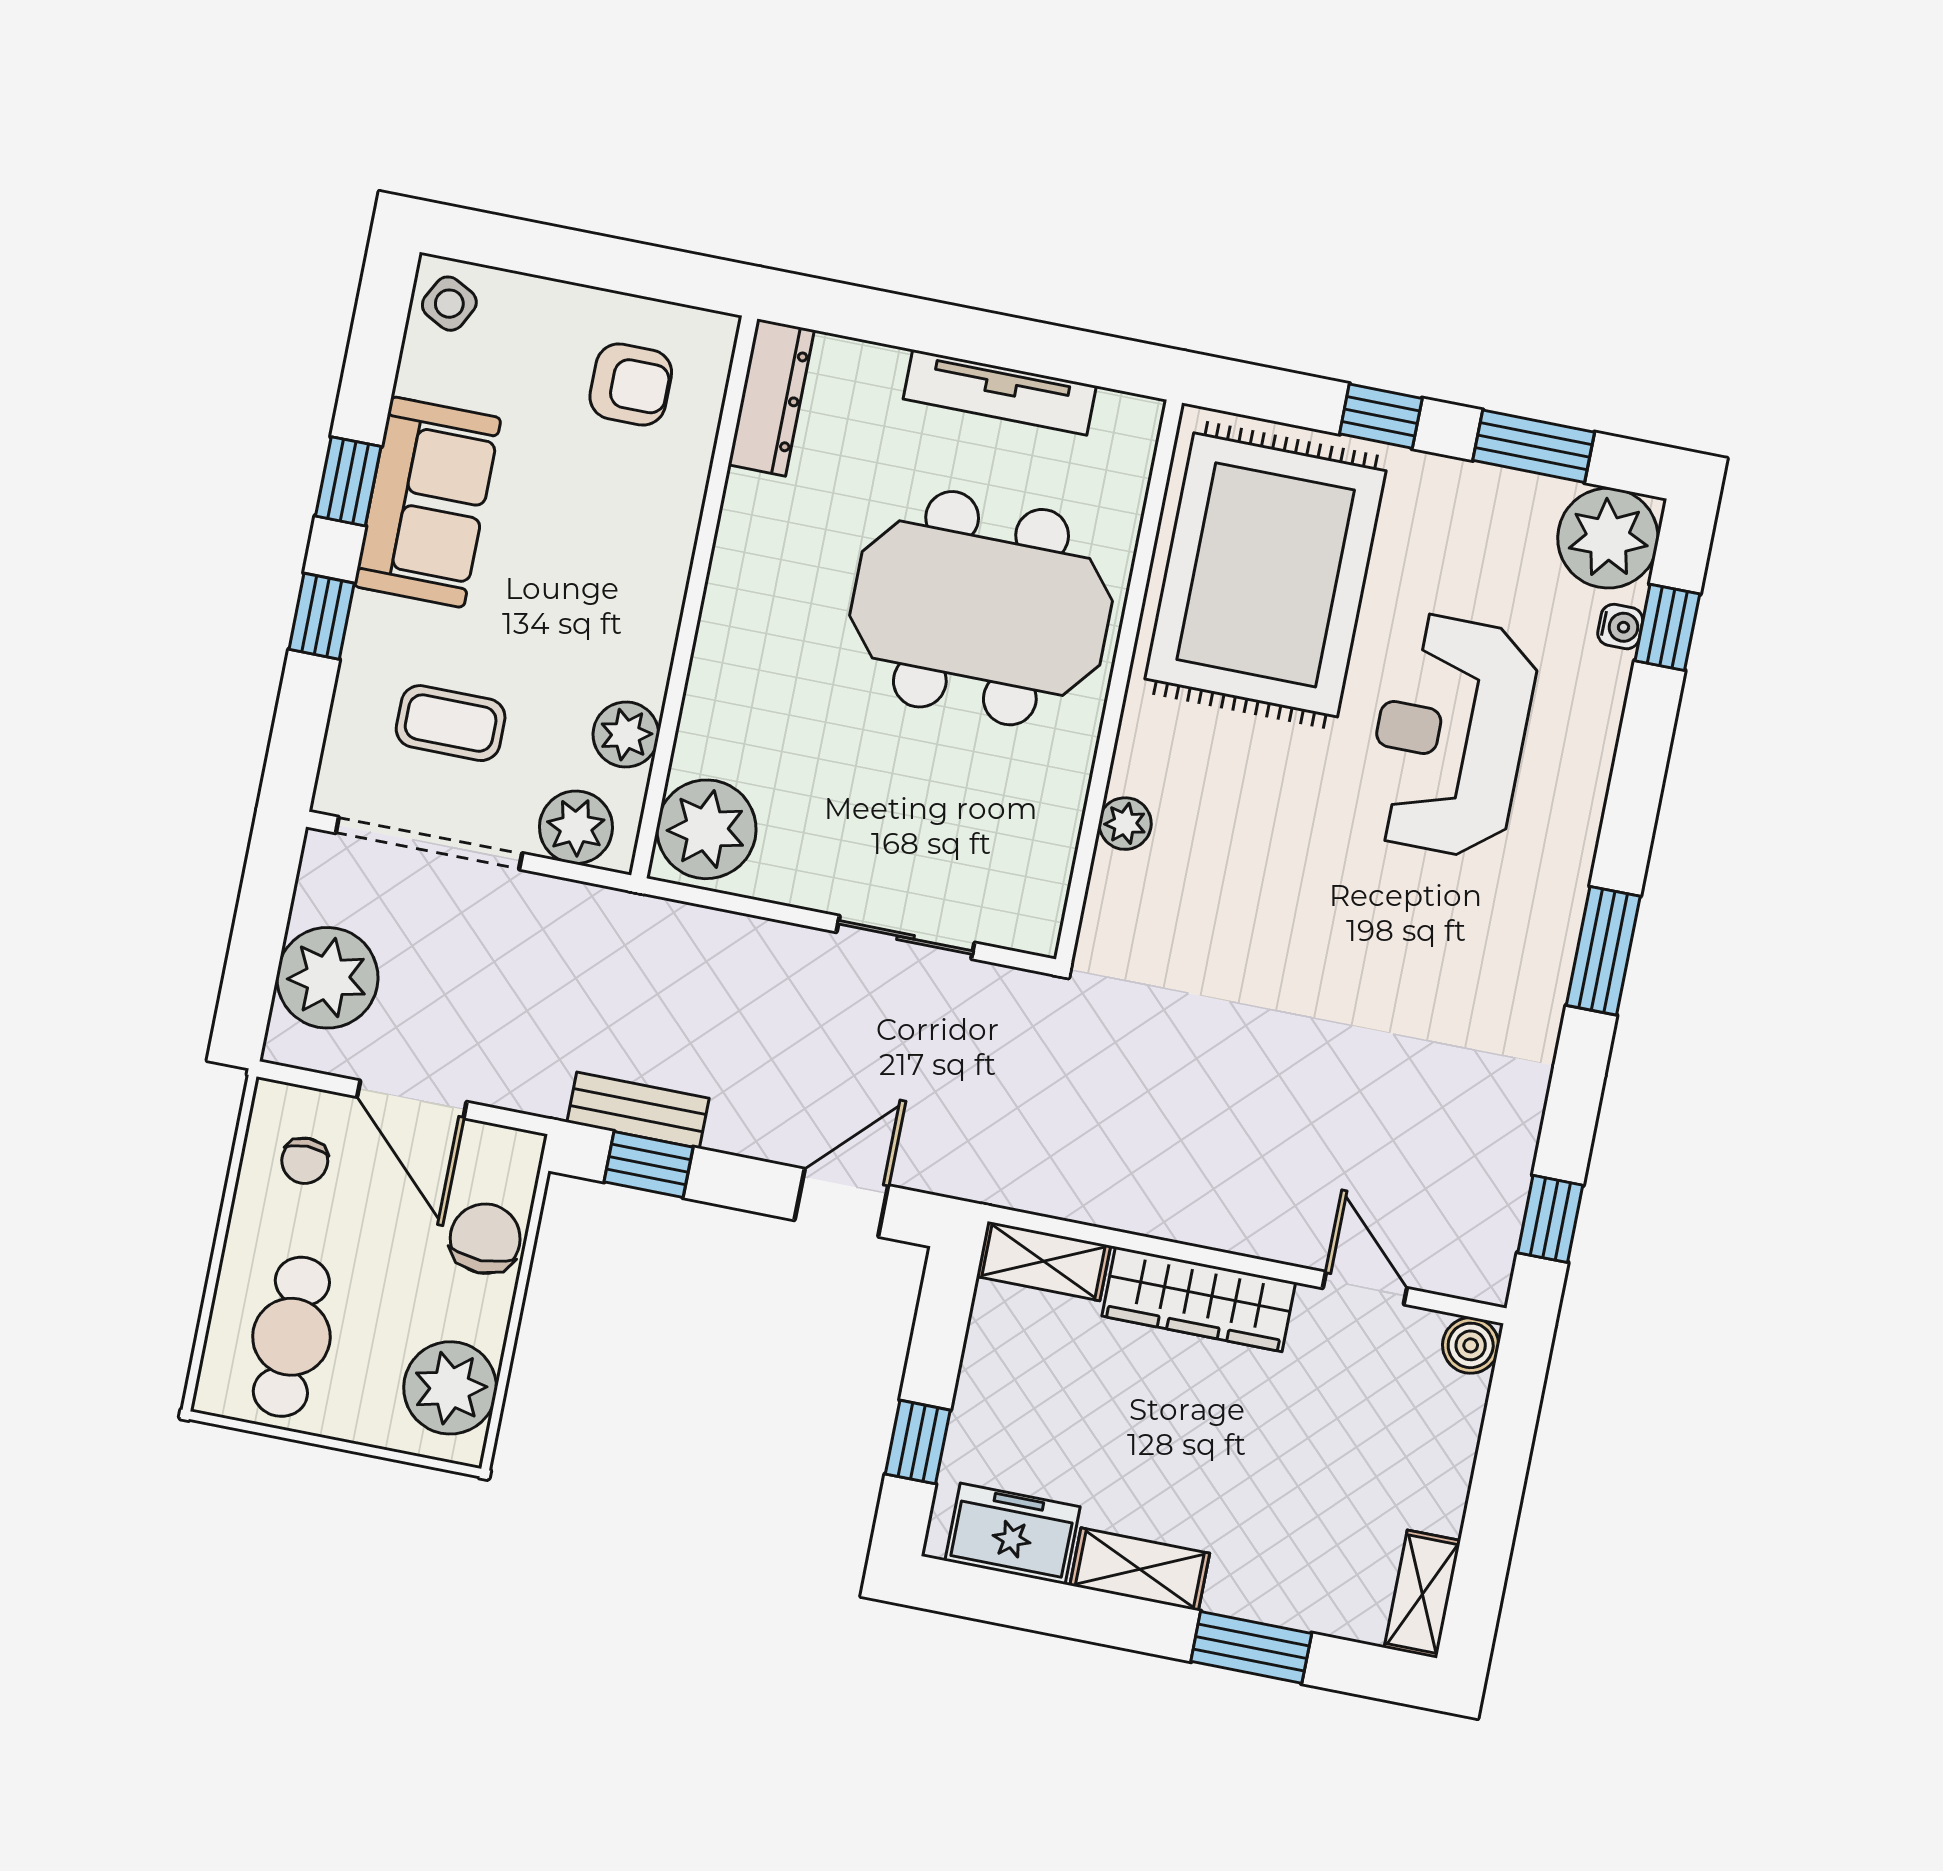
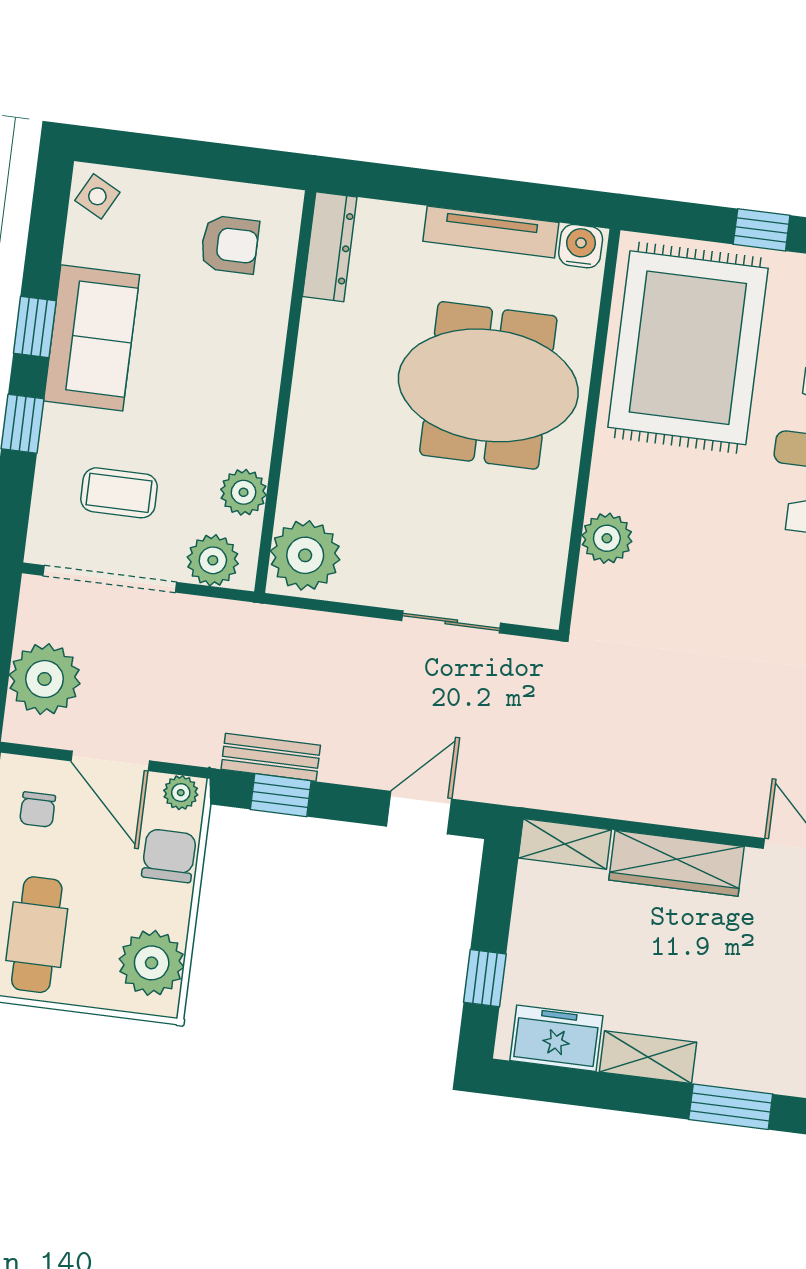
water cooler: (1125, 421) -> (581, 246), added
plant: (1125, 824) -> (607, 538), width x1.38, depth x1.38
plant: (508, 1151) -> (181, 793), added

